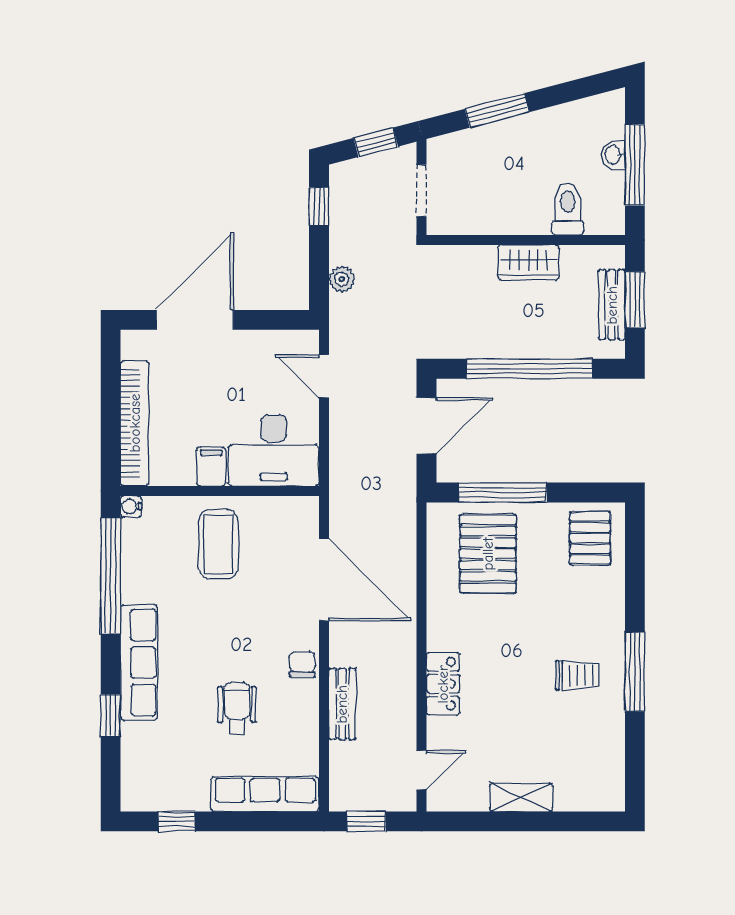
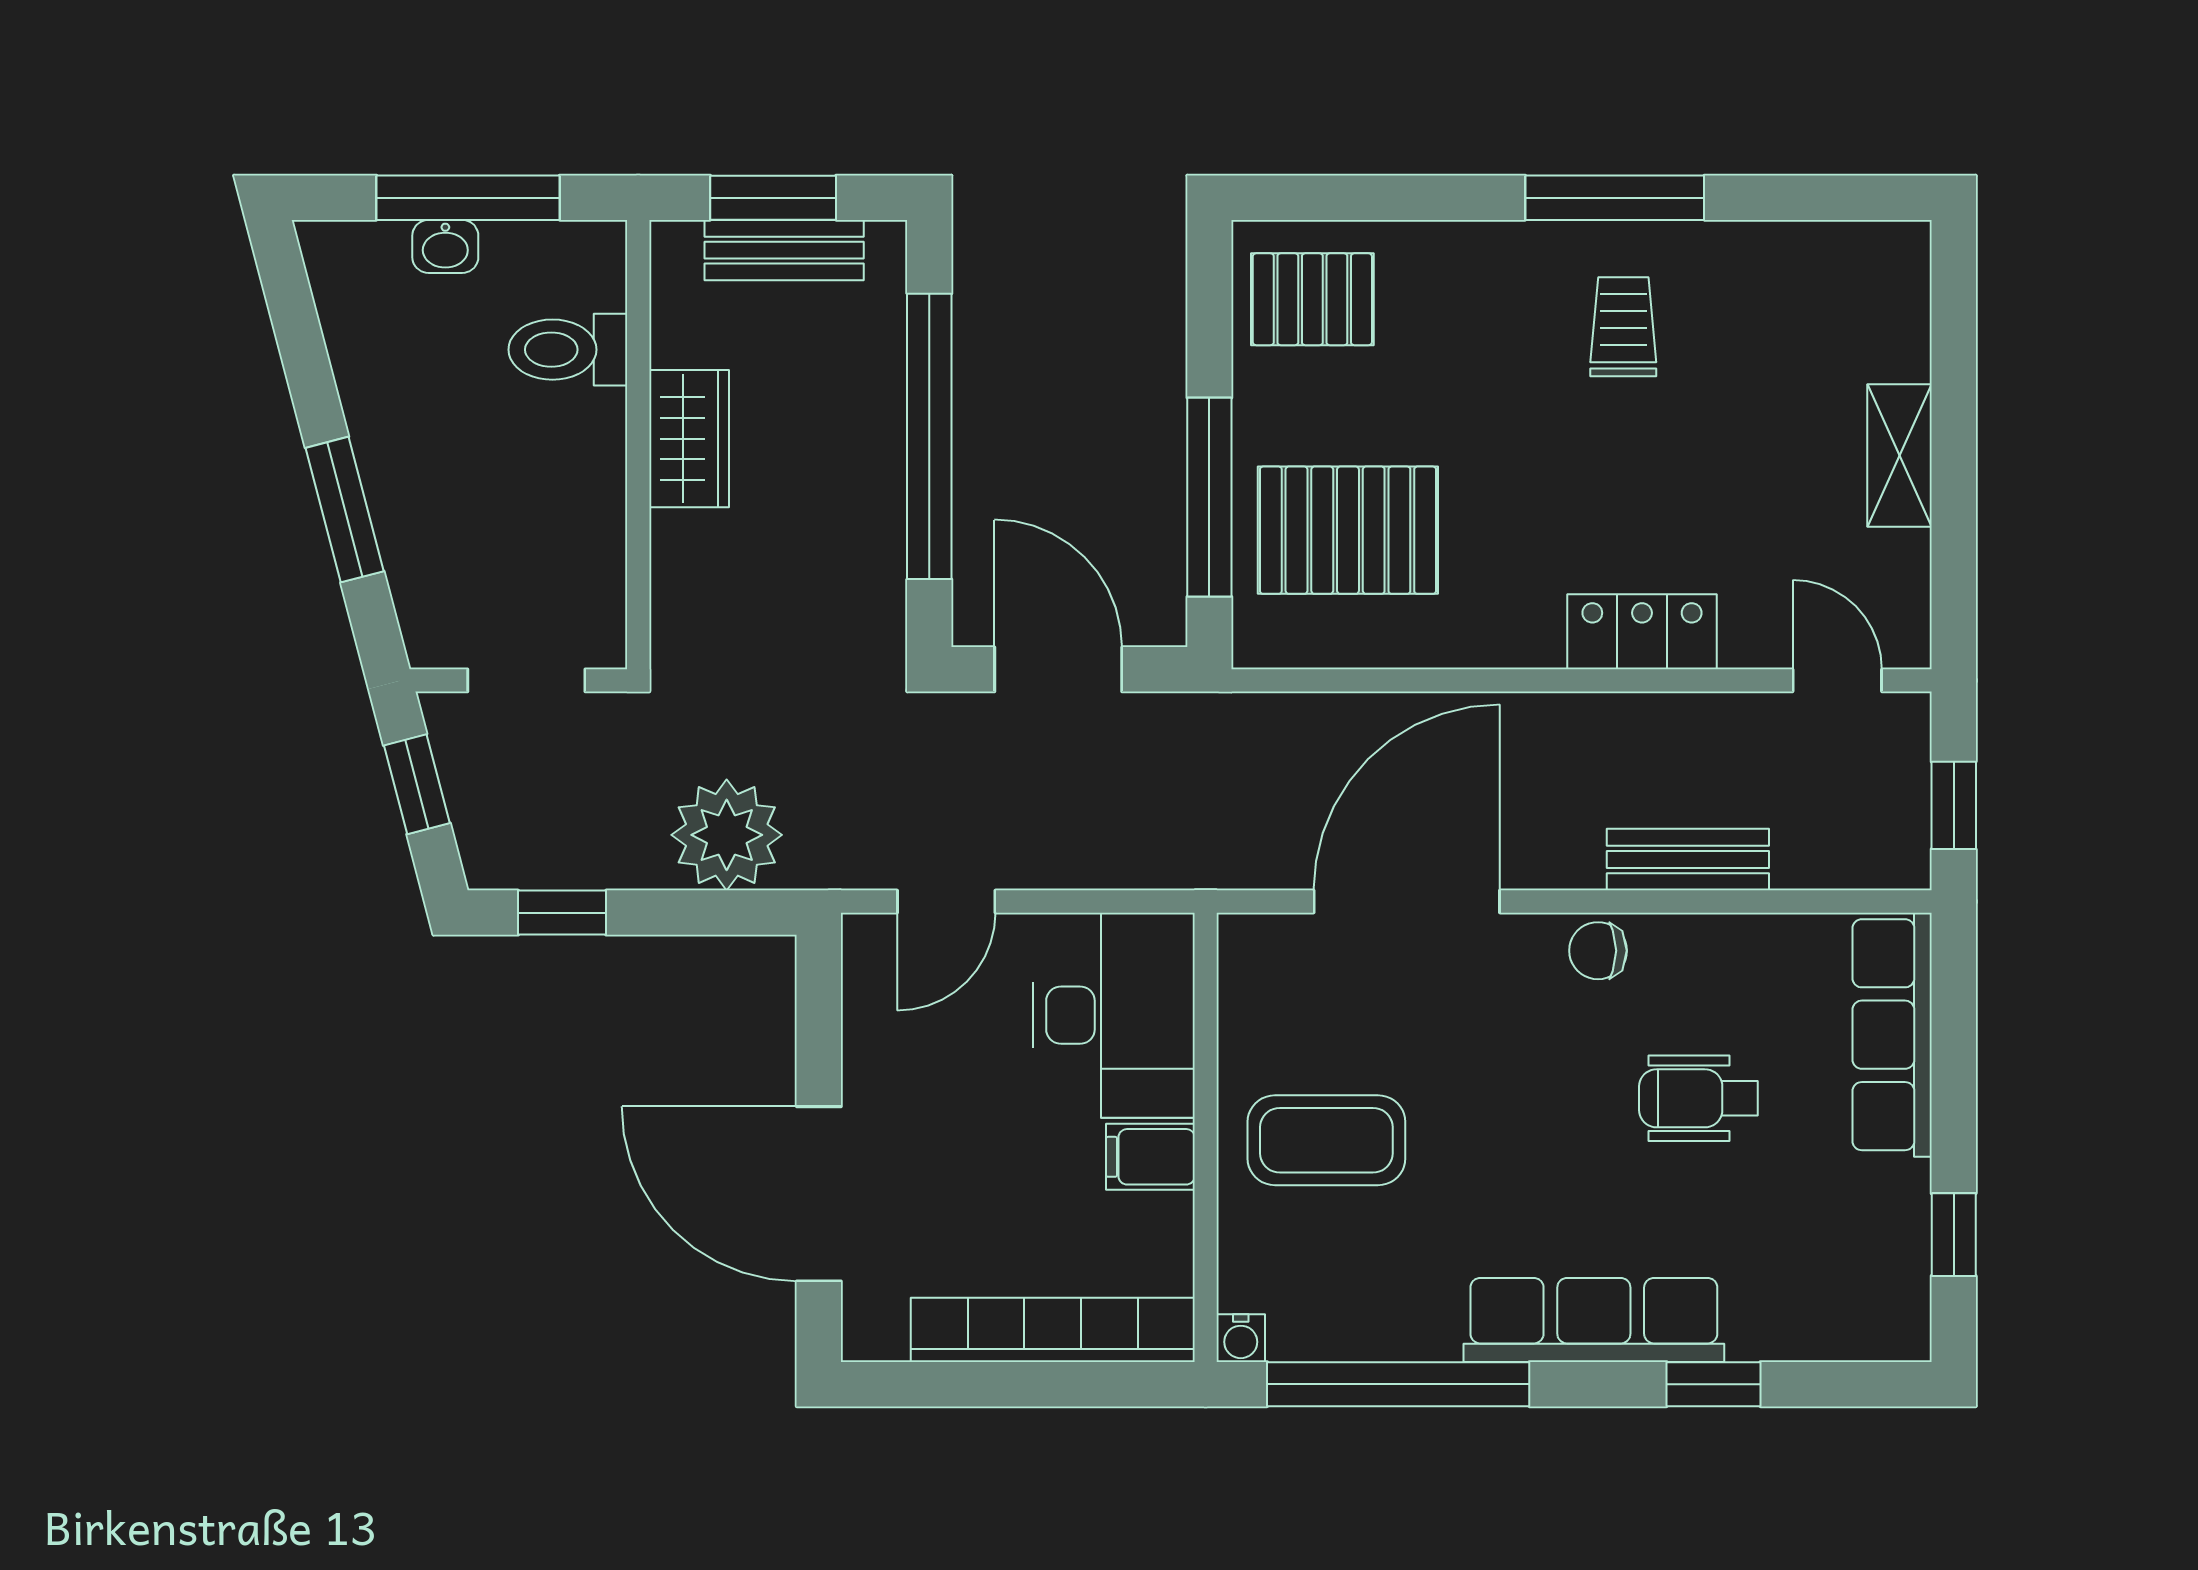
plant: (342, 279) -> (727, 835), width x1.88, depth x1.88

